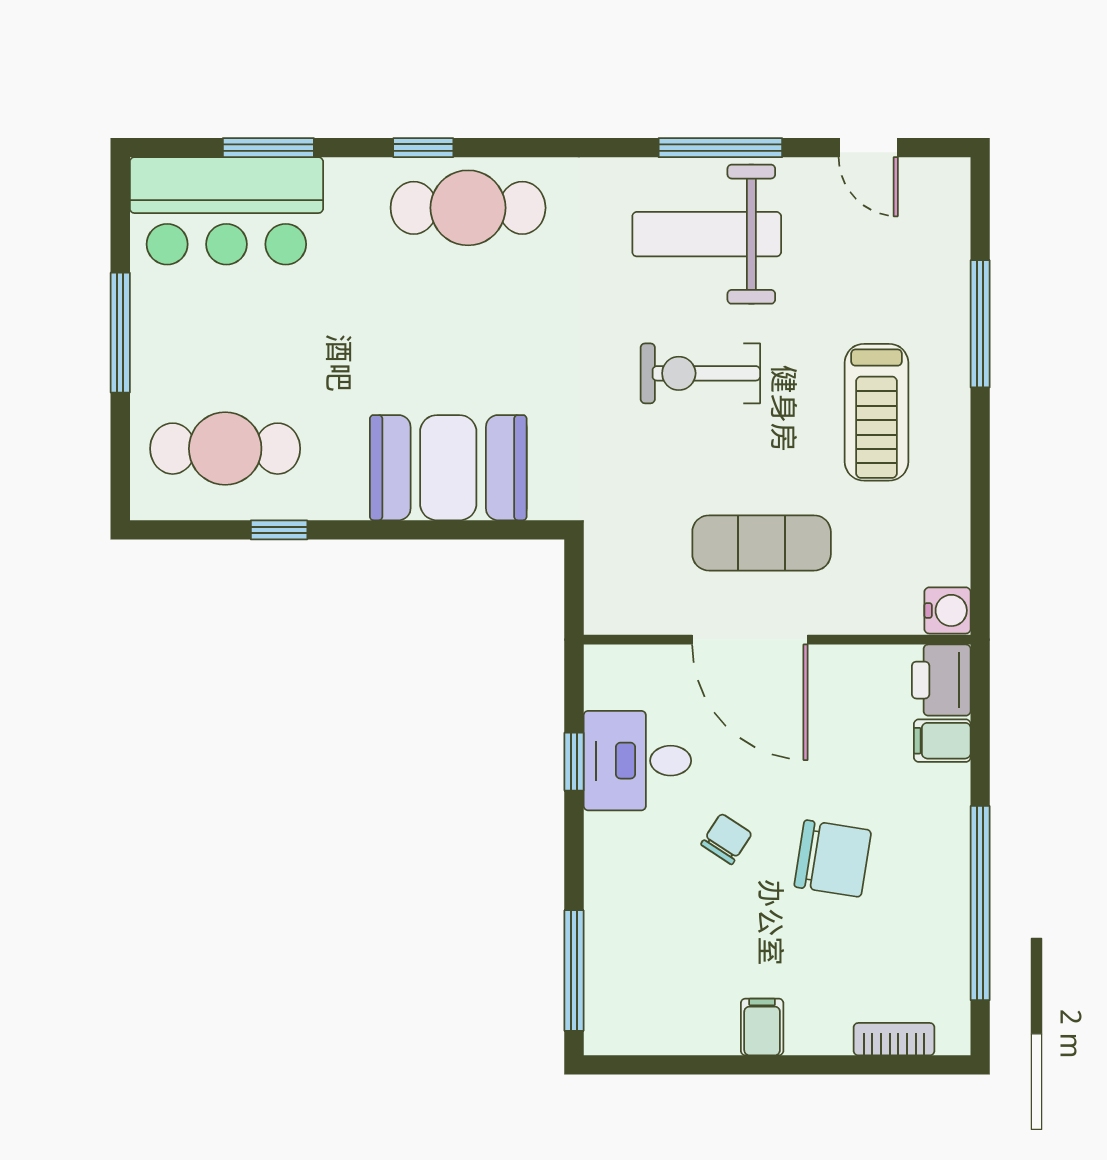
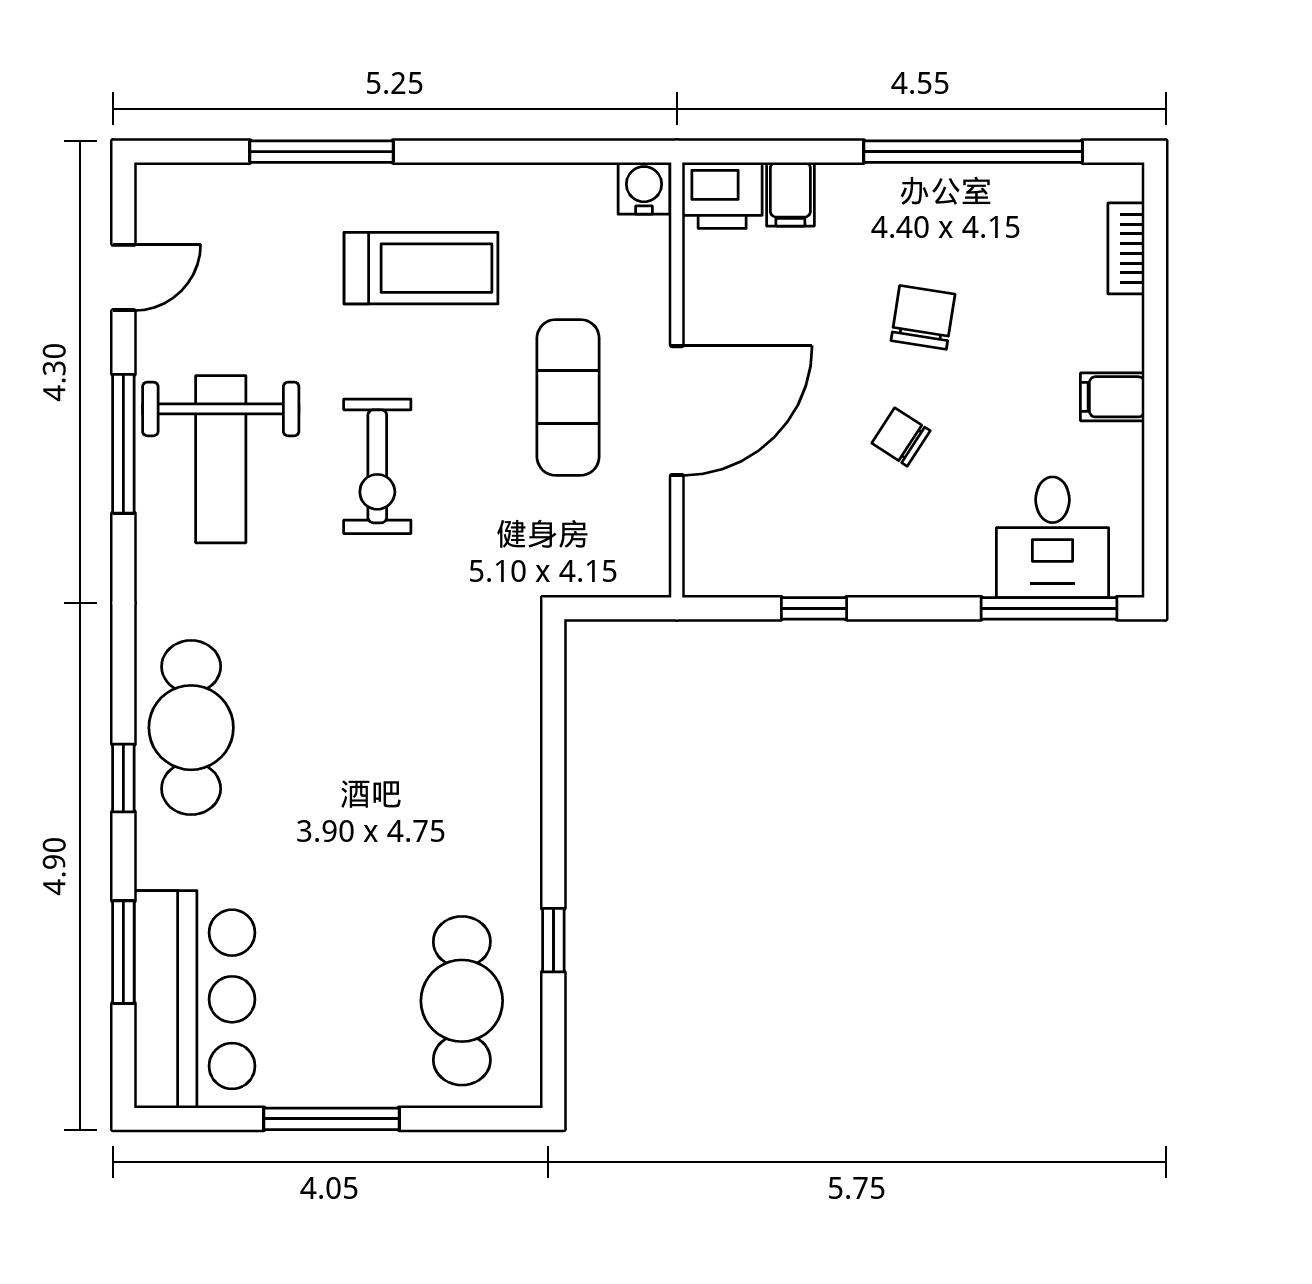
booth: (448, 468) -> (483, 750), removed
desk: (637, 761) -> (1052, 537), moved
chair: (833, 859) -> (923, 317), width x0.73, depth x0.73

